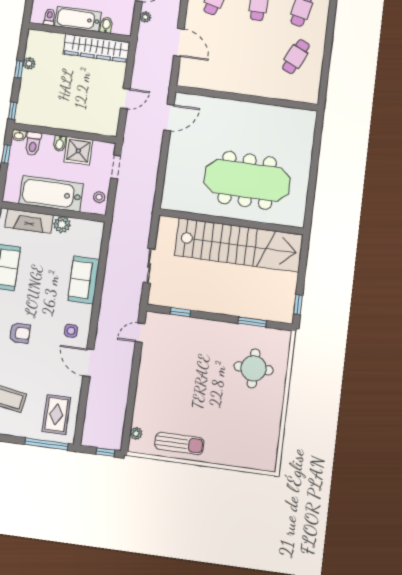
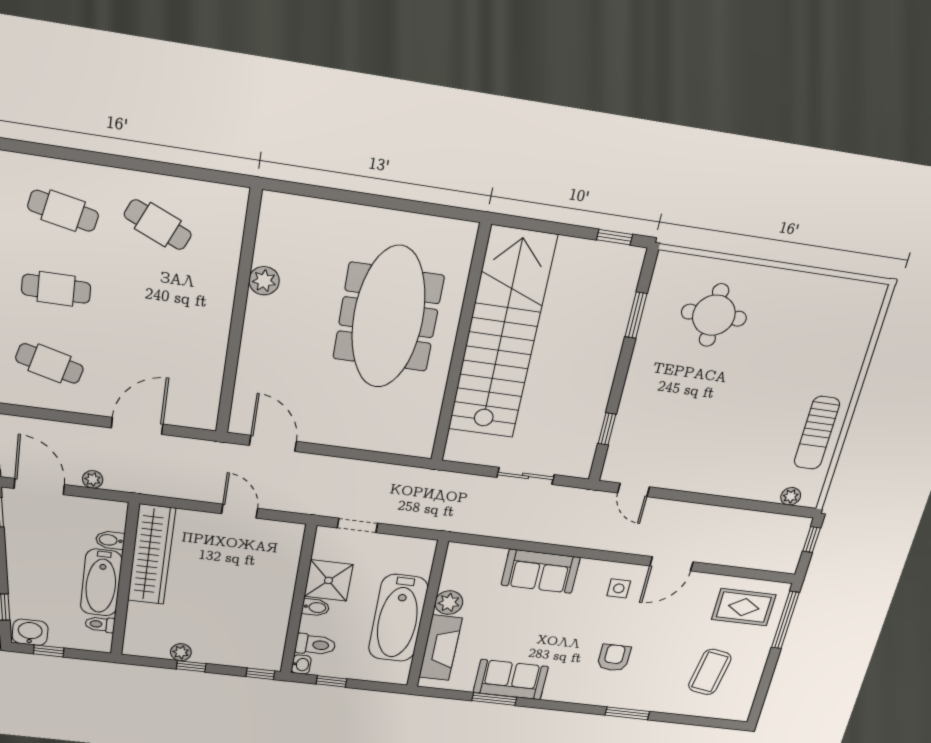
plant: (267, 112) -> (264, 281), added
stool: (99, 197) -> (407, 550), removed
sun lounger: (179, 443) -> (817, 433), turned 180

